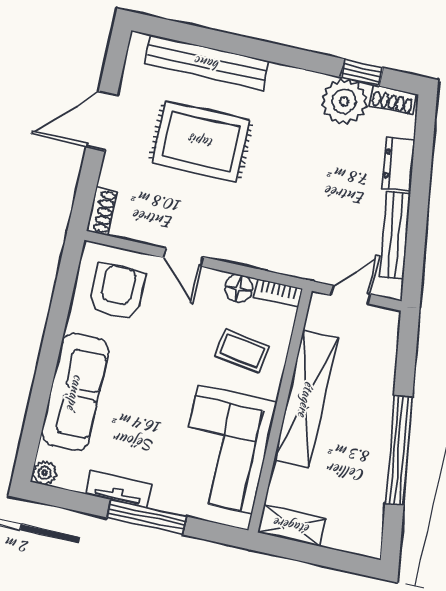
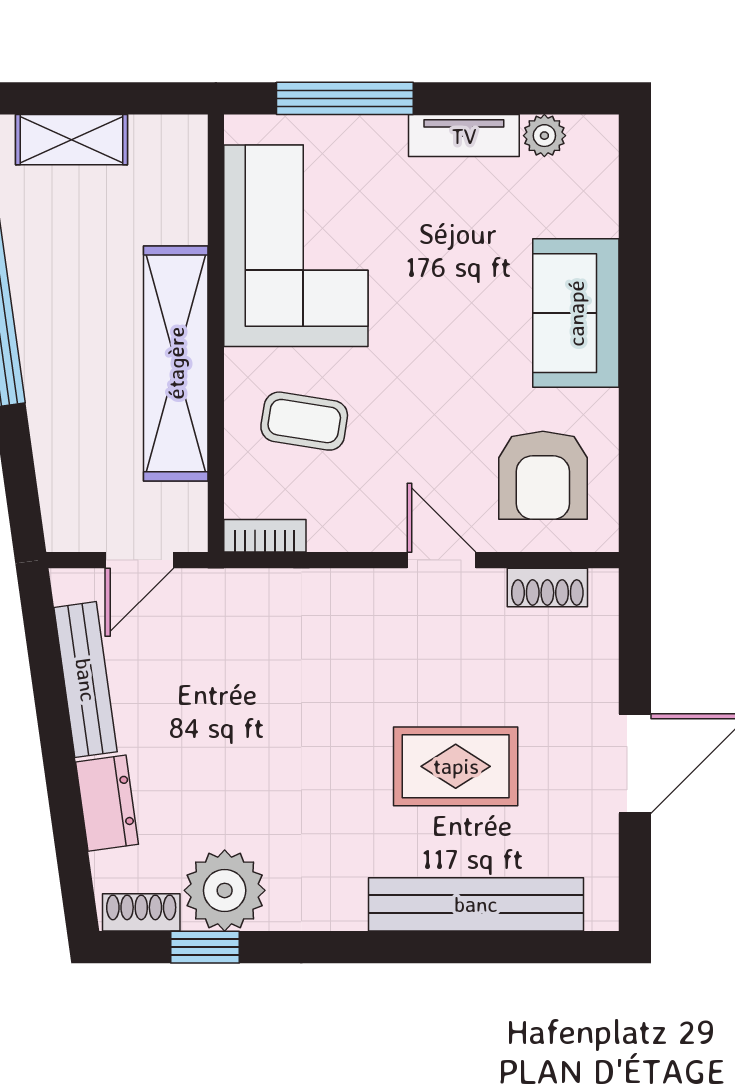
rug: (201, 141) -> (456, 766), width x0.73, depth x0.70
shoe rack: (102, 211) -> (547, 588), moved, turned -90
floor lamp: (239, 288) -> (334, 528), removed
sofa: (75, 392) -> (576, 313), width x0.73
plant: (45, 473) -> (544, 136), moved
window: (147, 517) -> (345, 98), moved
shelving: (292, 526) -> (72, 140), moved

